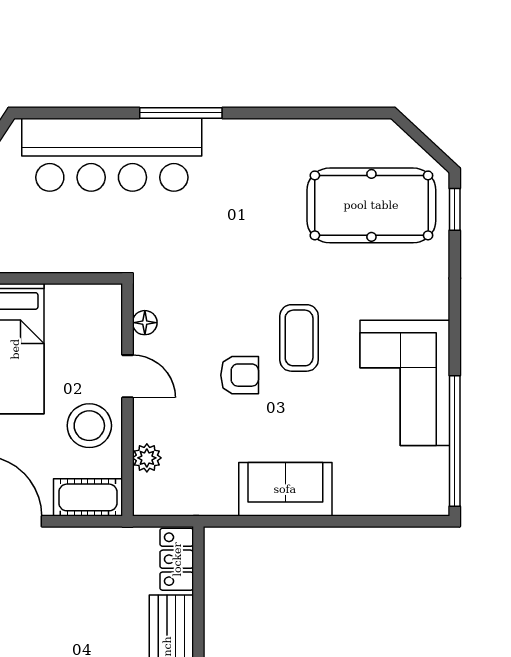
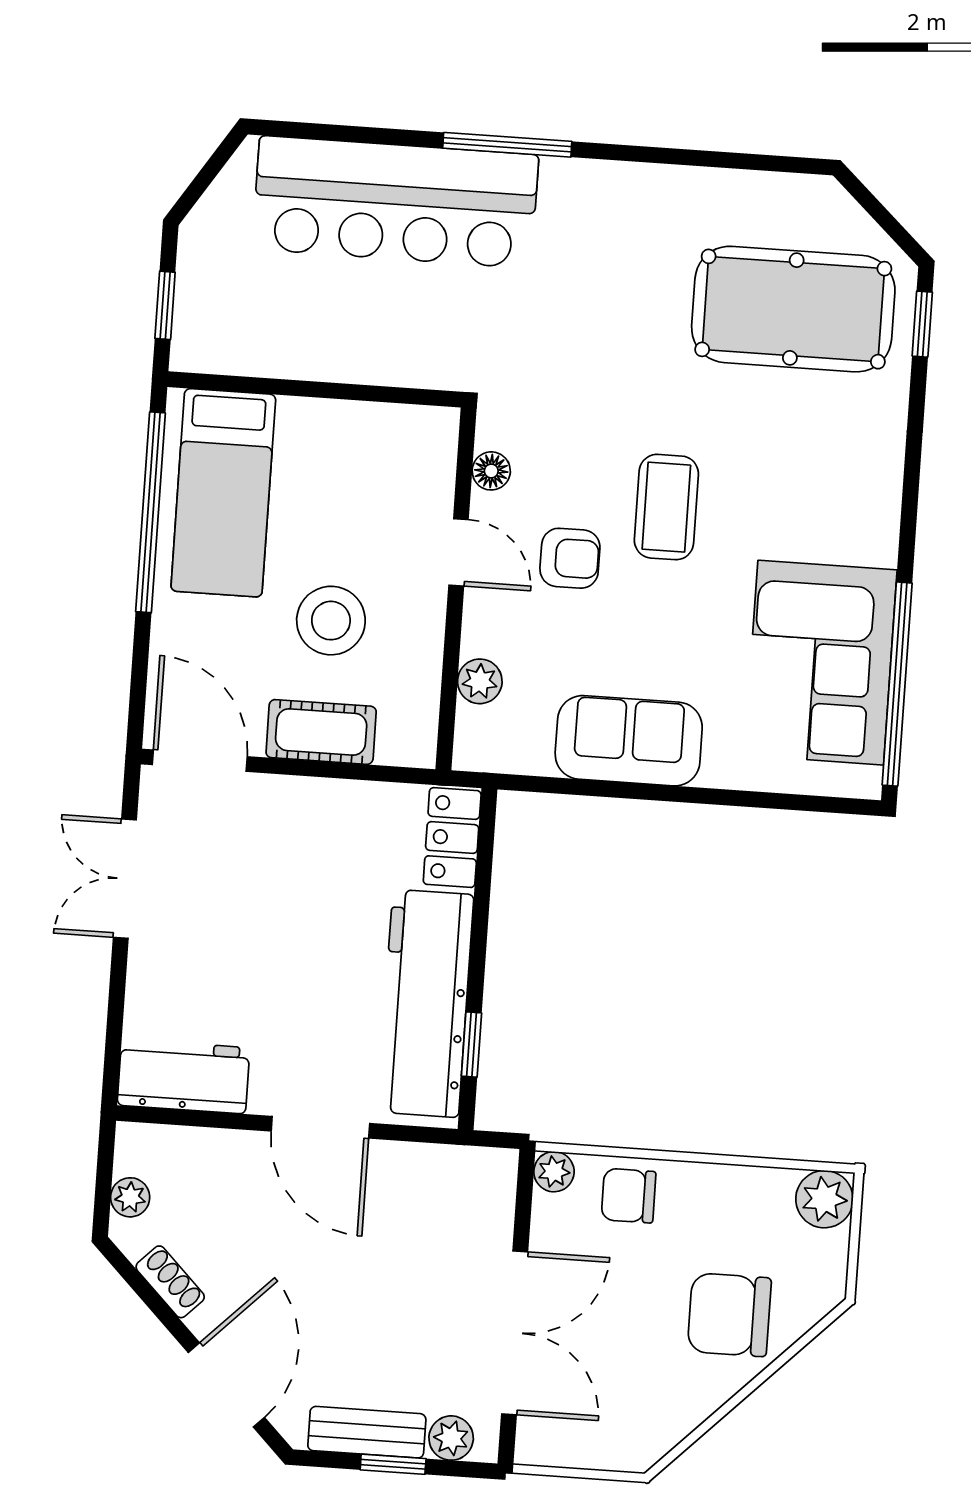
floor lamp: (145, 323) -> (491, 471), moved
door: (127, 376) -> (459, 552), moved
corner sofa: (405, 383) -> (821, 663), moved
wall: (127, 400) -> (456, 589), moved
plant: (147, 458) -> (480, 681), moved

